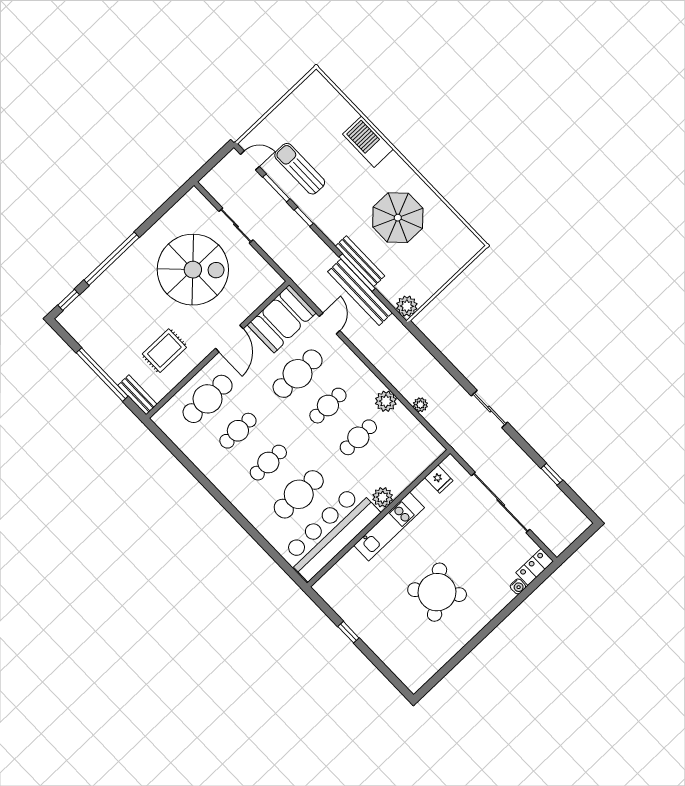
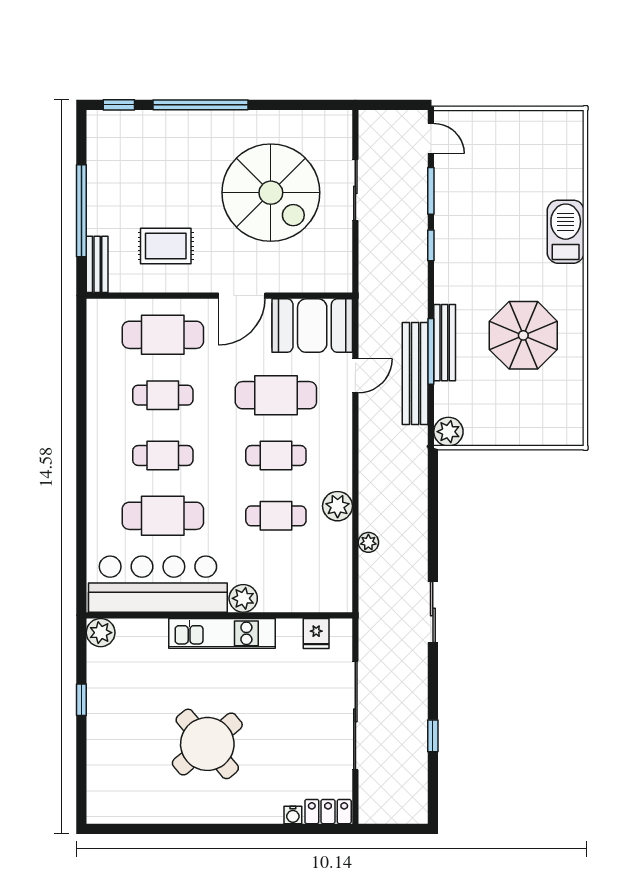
sun lounger: (300, 169) -> (472, 194), removed
plant: (325, 587) -> (101, 633), added

